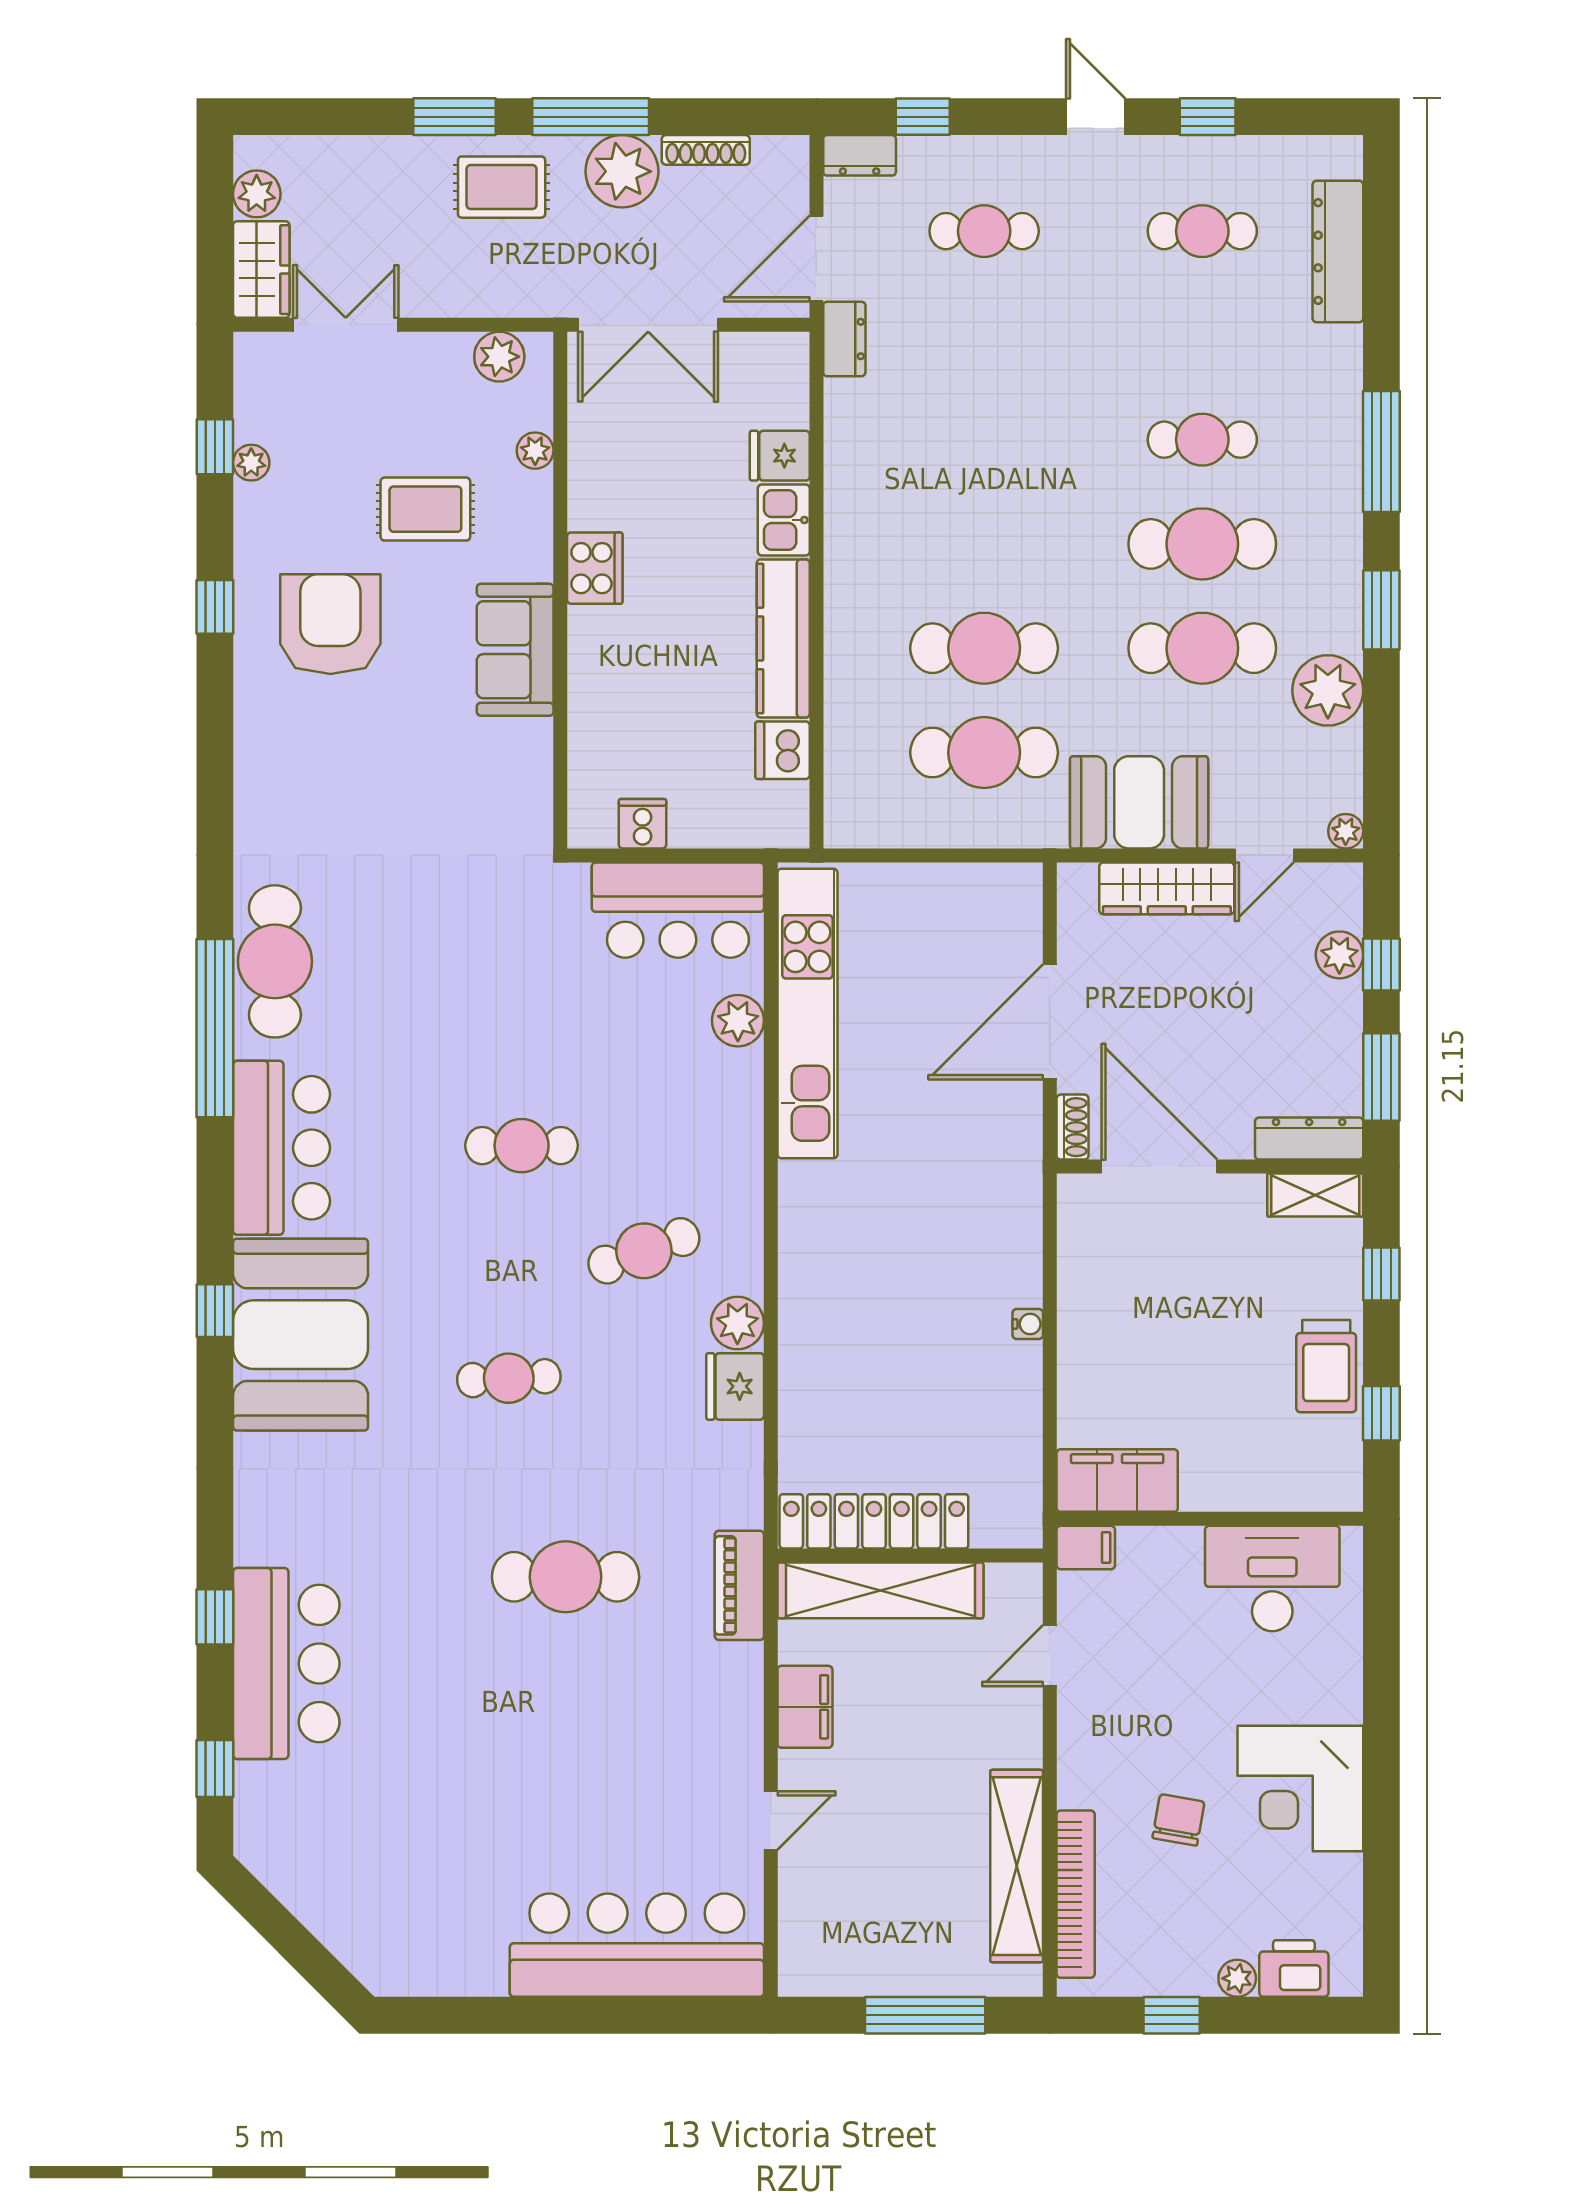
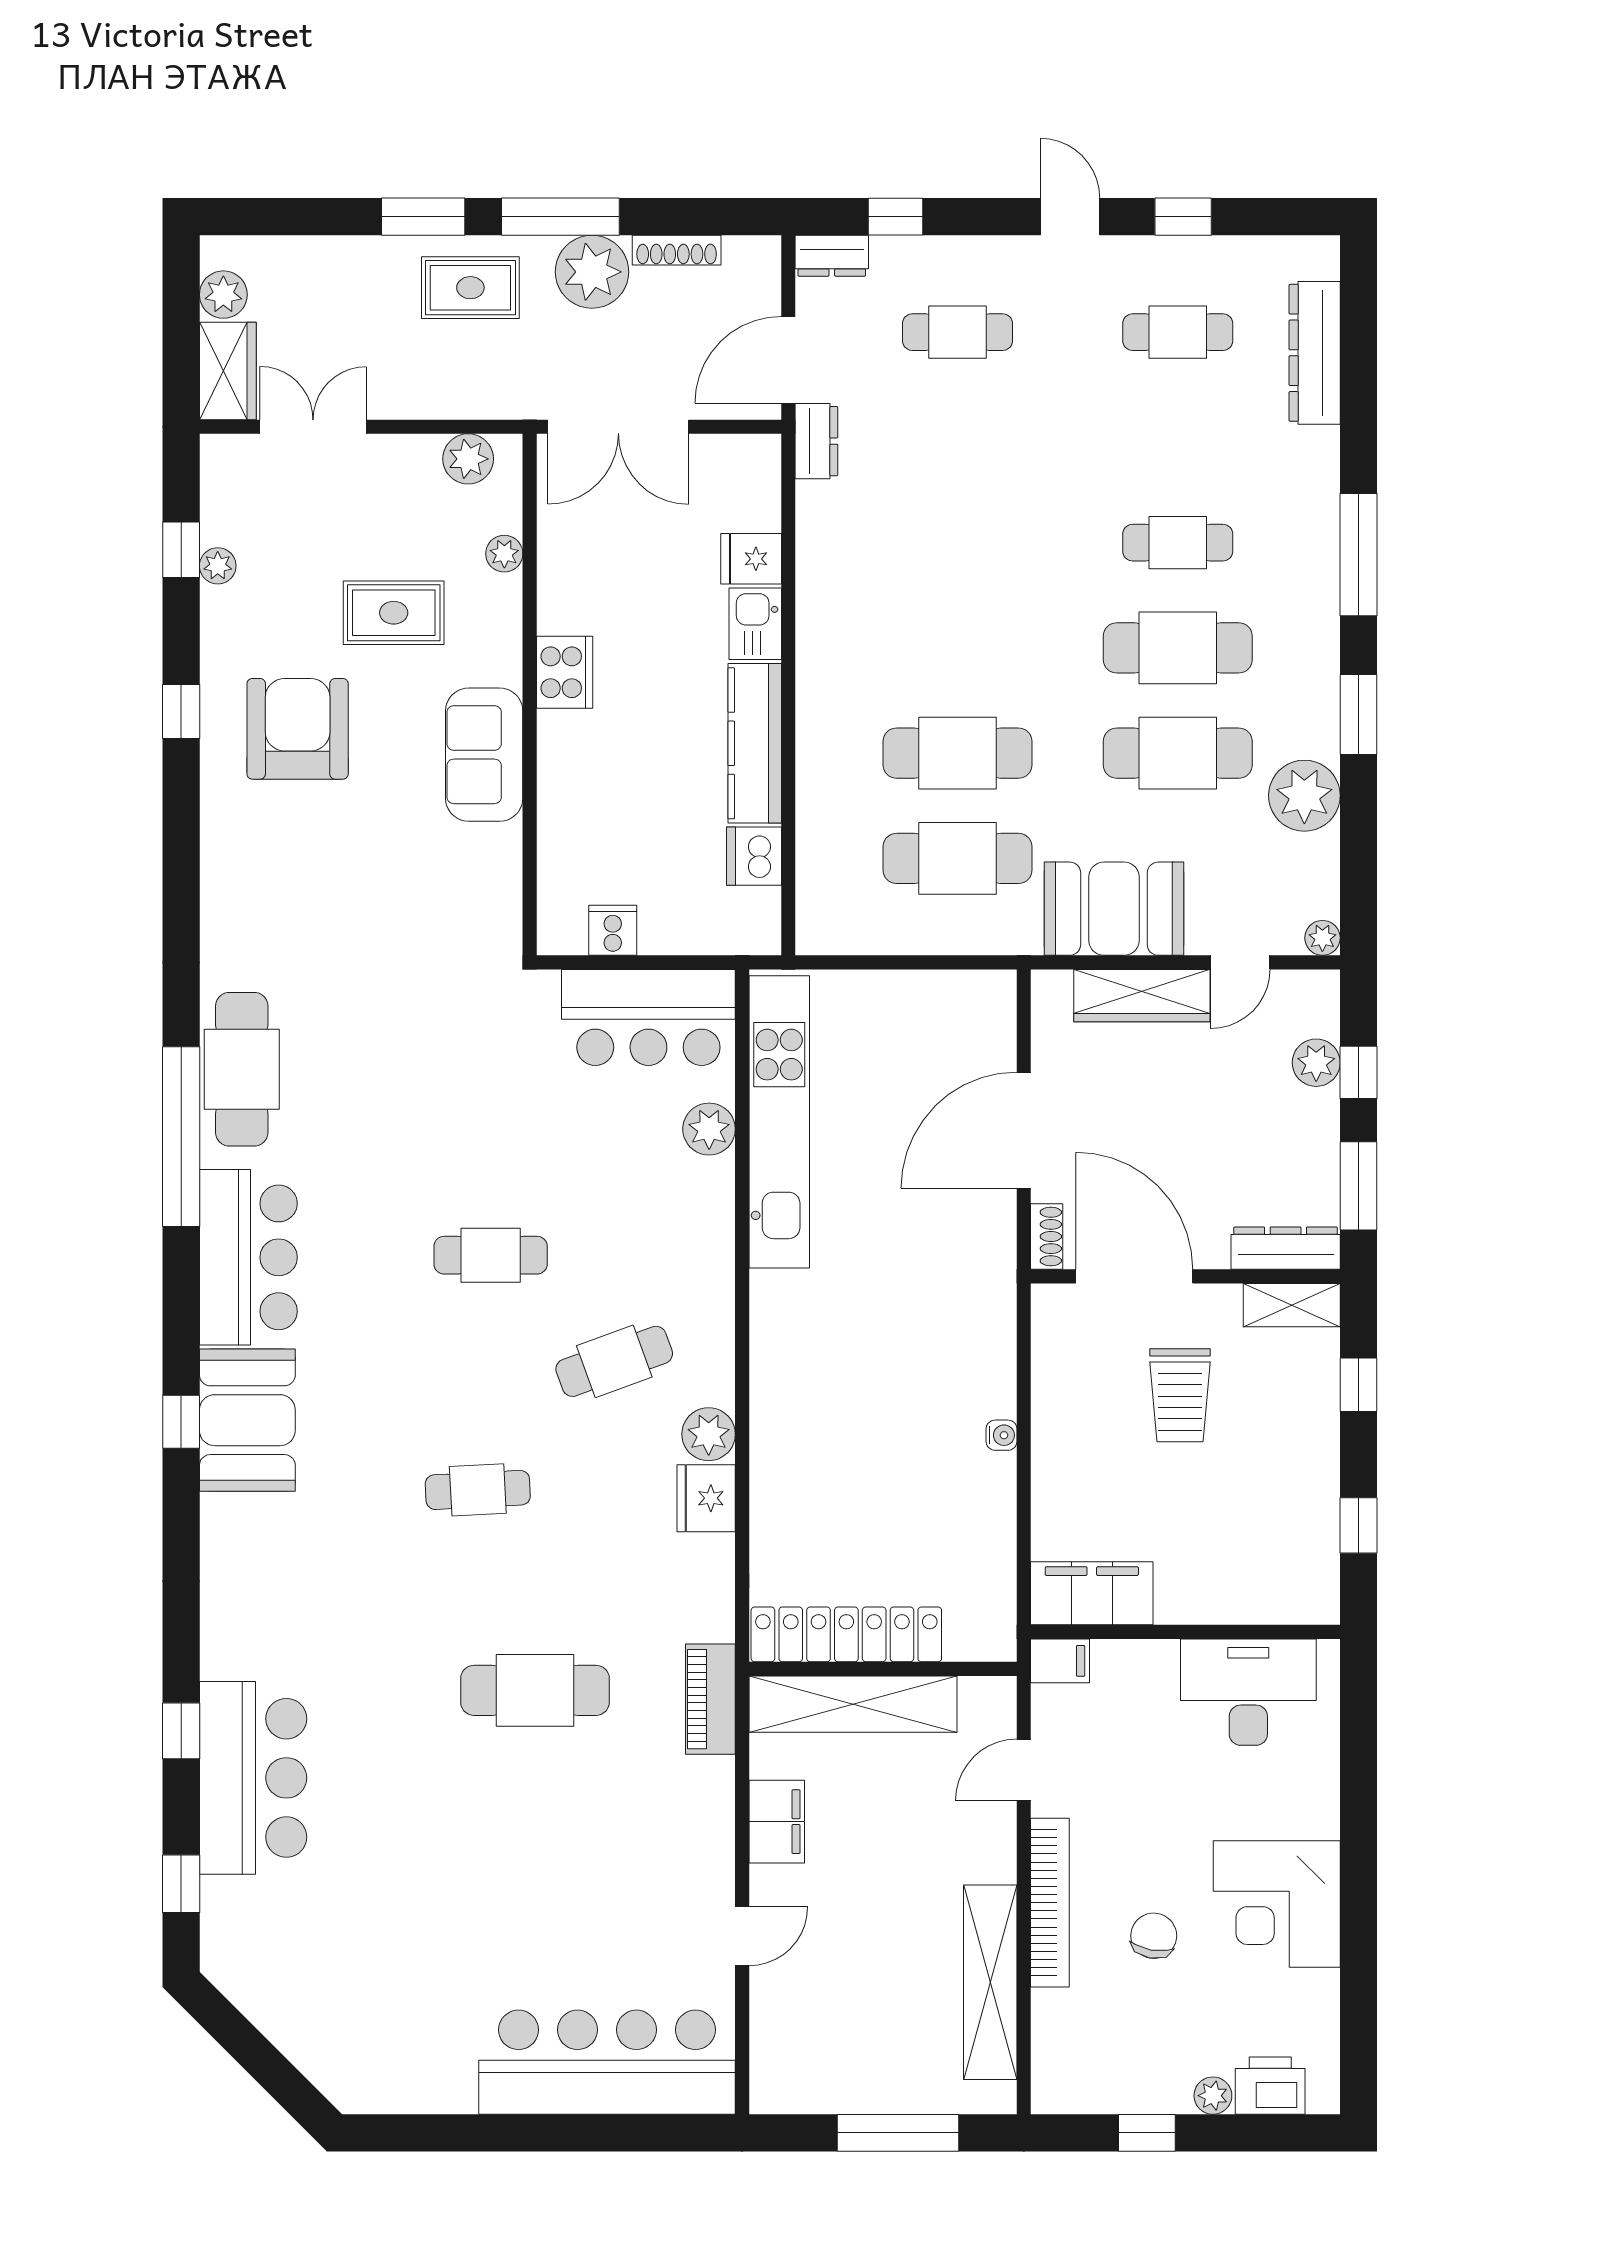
booth: (301, 1335) -> (247, 1420), width x0.73, depth x0.70
trolley: (1326, 1366) -> (1180, 1395), moved
bookcase: (1076, 1894) -> (1050, 1903), moved

